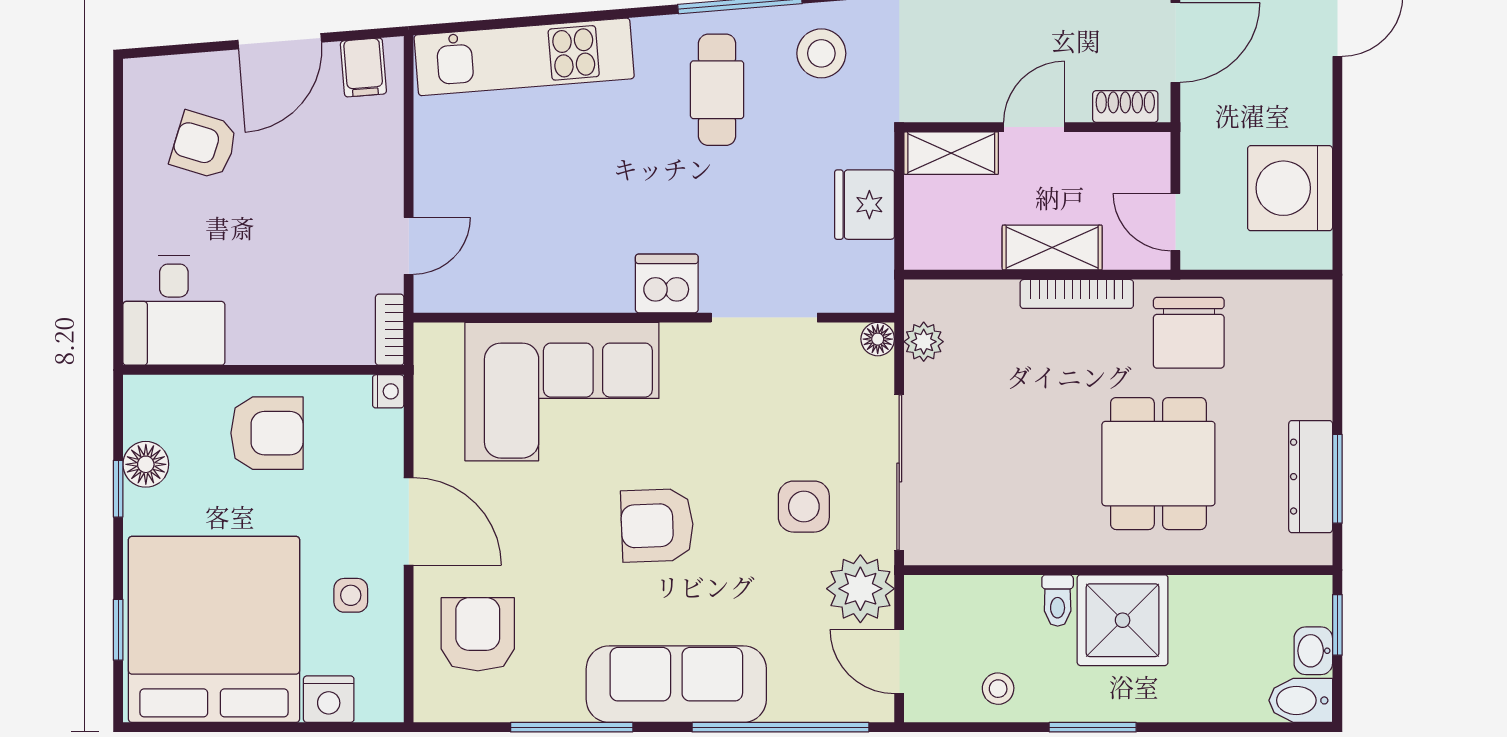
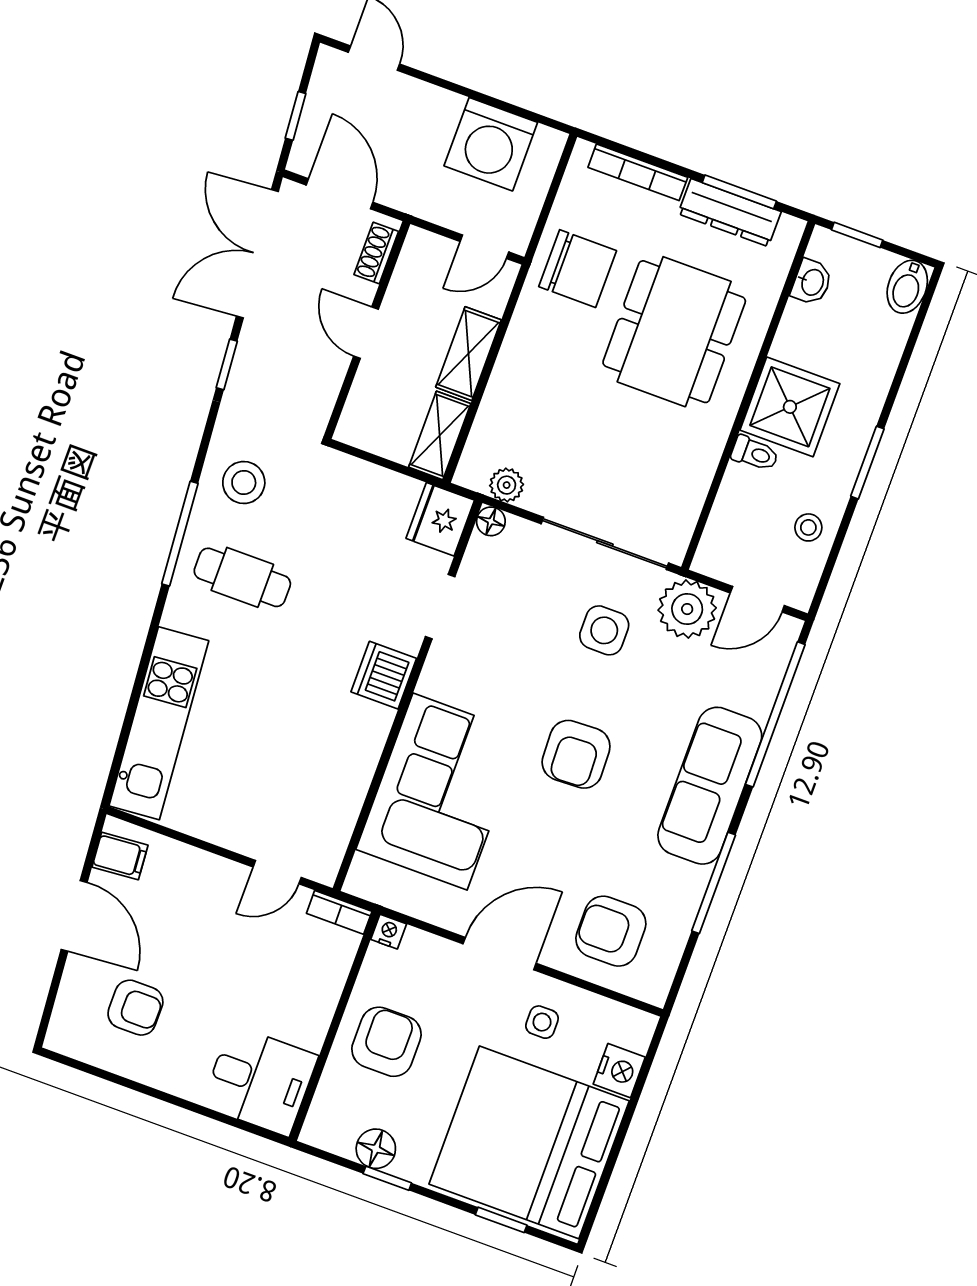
armchair: (204, 145) -> (135, 1008), turned -107
shelving: (951, 153) -> (440, 435), moved
fridge: (865, 205) -> (440, 519), moved, turned 90
door: (409, 246) -> (277, 872), swing flipped
bookcase: (1077, 294) -> (638, 172), moved, turned 90
doorway: (764, 318) -> (440, 607), width x0.73
dining table: (1158, 464) -> (674, 332), width x1.38
washbasin: (1313, 651) -> (812, 282), moved, turned -90

